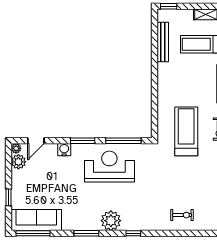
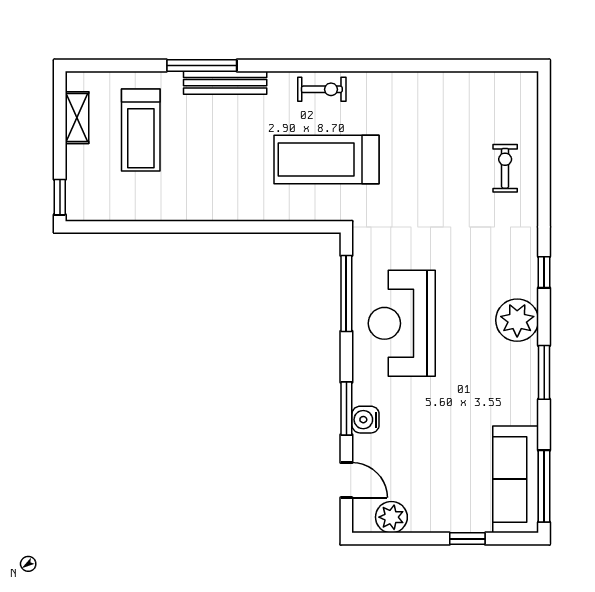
bench: (163, 42) -> (136, 209), removed
window: (83, 141) -> (346, 409), moved
plant: (16, 148) -> (363, 522), removed

